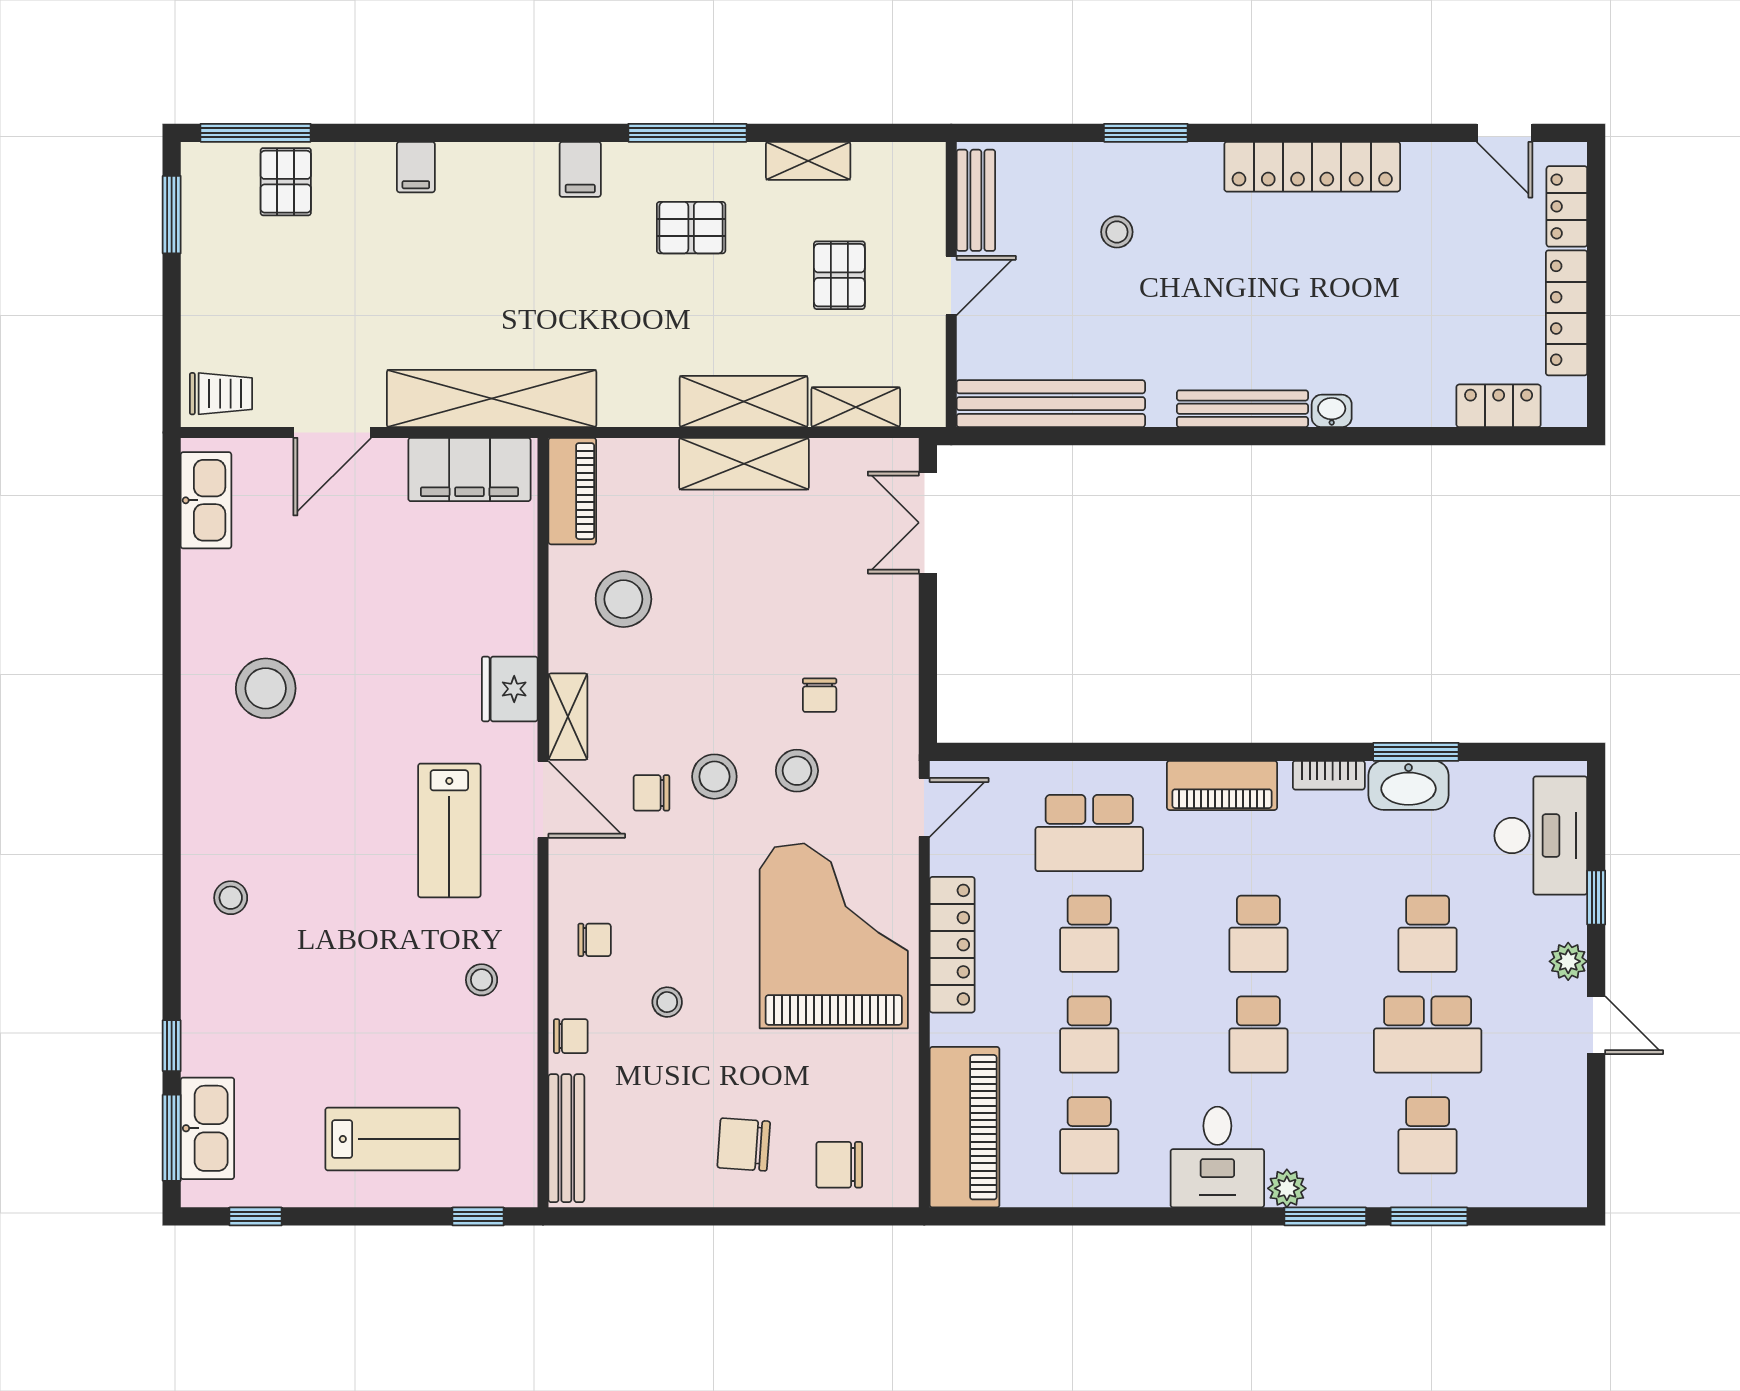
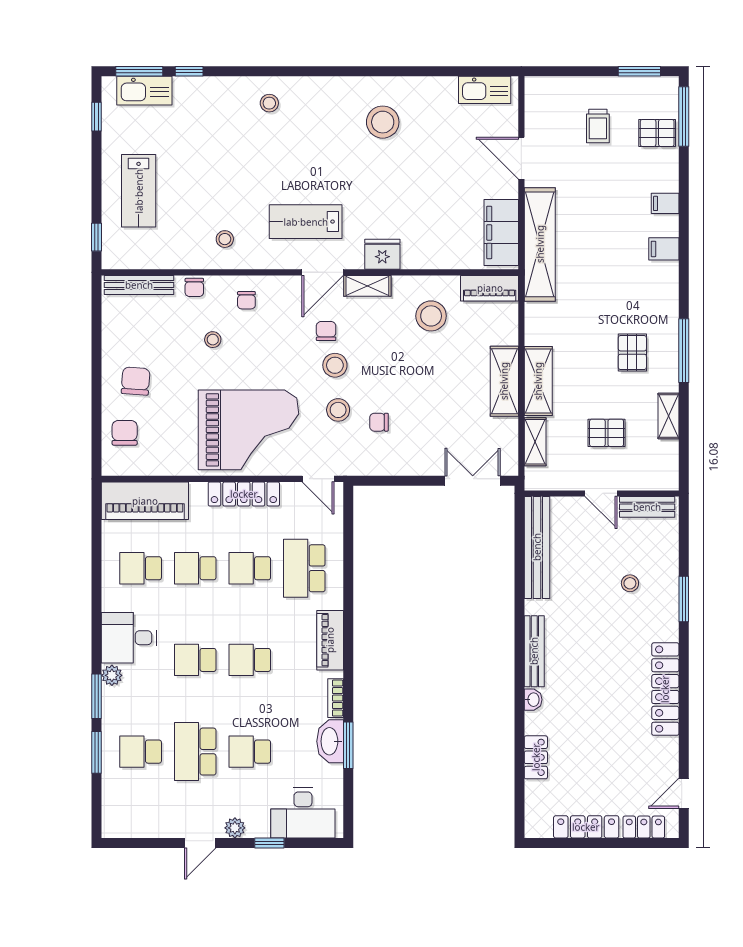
filing cabinet: (580, 169) -> (664, 249), moved
trolley: (221, 394) -> (598, 126), moved
locker: (1499, 406) -> (536, 757), moved

